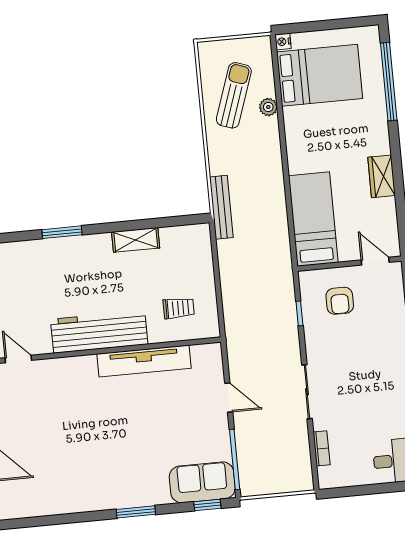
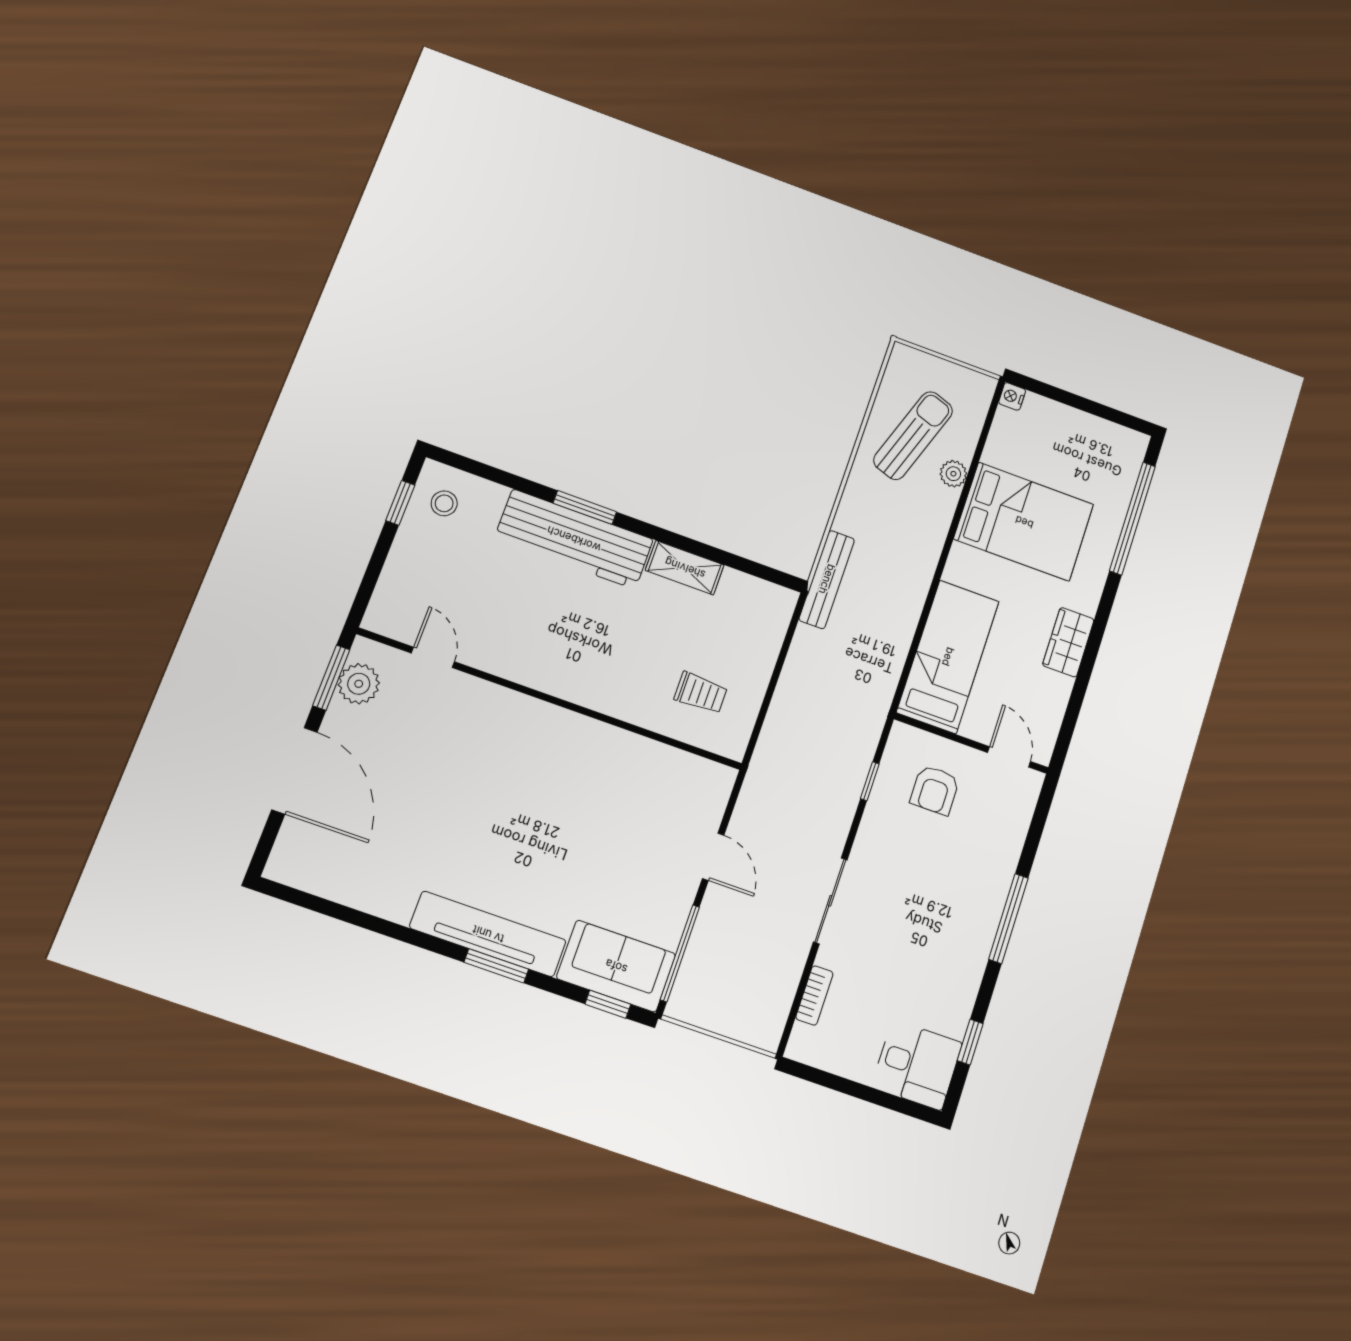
bed: (320, 75) -> (1024, 522), moved
workbench: (99, 332) -> (574, 539), moved, turned 180
tv unit: (144, 361) -> (488, 934), moved, turned 180

